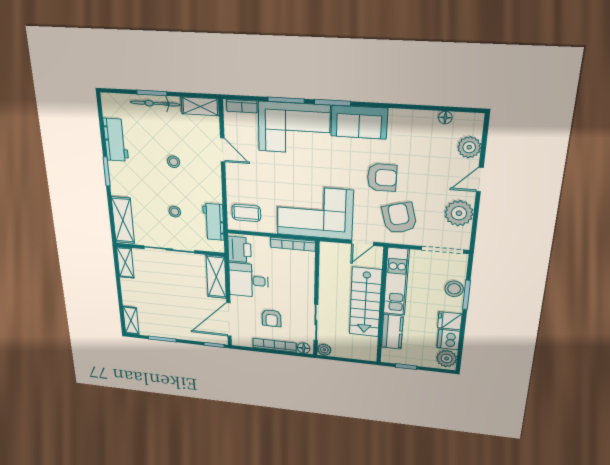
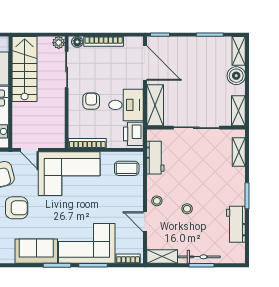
armchair: (382, 178) -> (17, 208), turned 180
stool: (175, 212) -> (157, 201), moved
shelving: (123, 220) -> (239, 152), width x0.67, depth x0.75
door: (363, 243) -> (29, 150), swing flipped
boiler: (131, 297) -> (236, 76), added
stairs: (365, 302) -> (25, 69), moved
armchair: (272, 318) -> (91, 101), moved
door: (229, 320) -> (145, 63), hinge flipped

